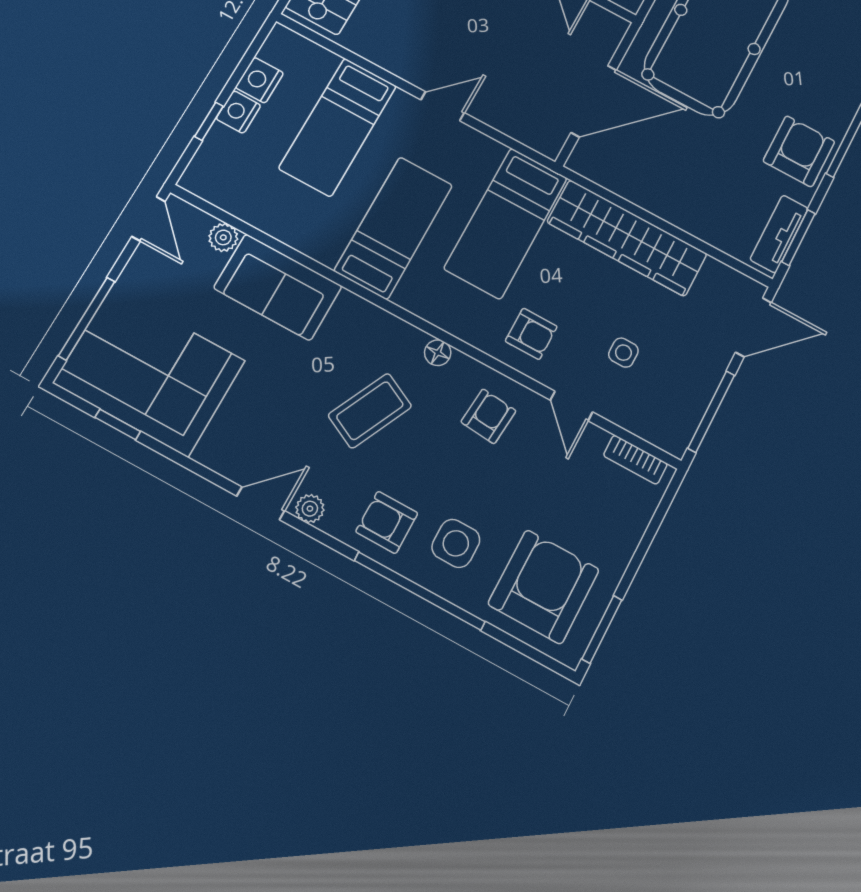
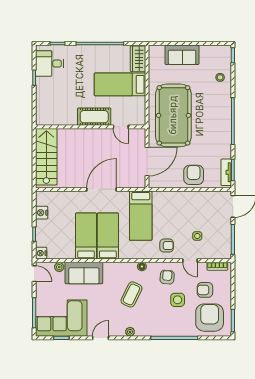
door: (443, 106) -> (102, 189), width x1.88
nightstand: (238, 112) -> (41, 253), moved
bed: (338, 127) -> (86, 236), moved, turned 180
armchair: (799, 151) -> (194, 175), moved
wardrobe: (627, 238) -> (180, 200), removed
door: (261, 503) -> (100, 338), moved
armchair: (387, 522) -> (205, 290), moved
side table: (456, 543) -> (178, 300), moved

